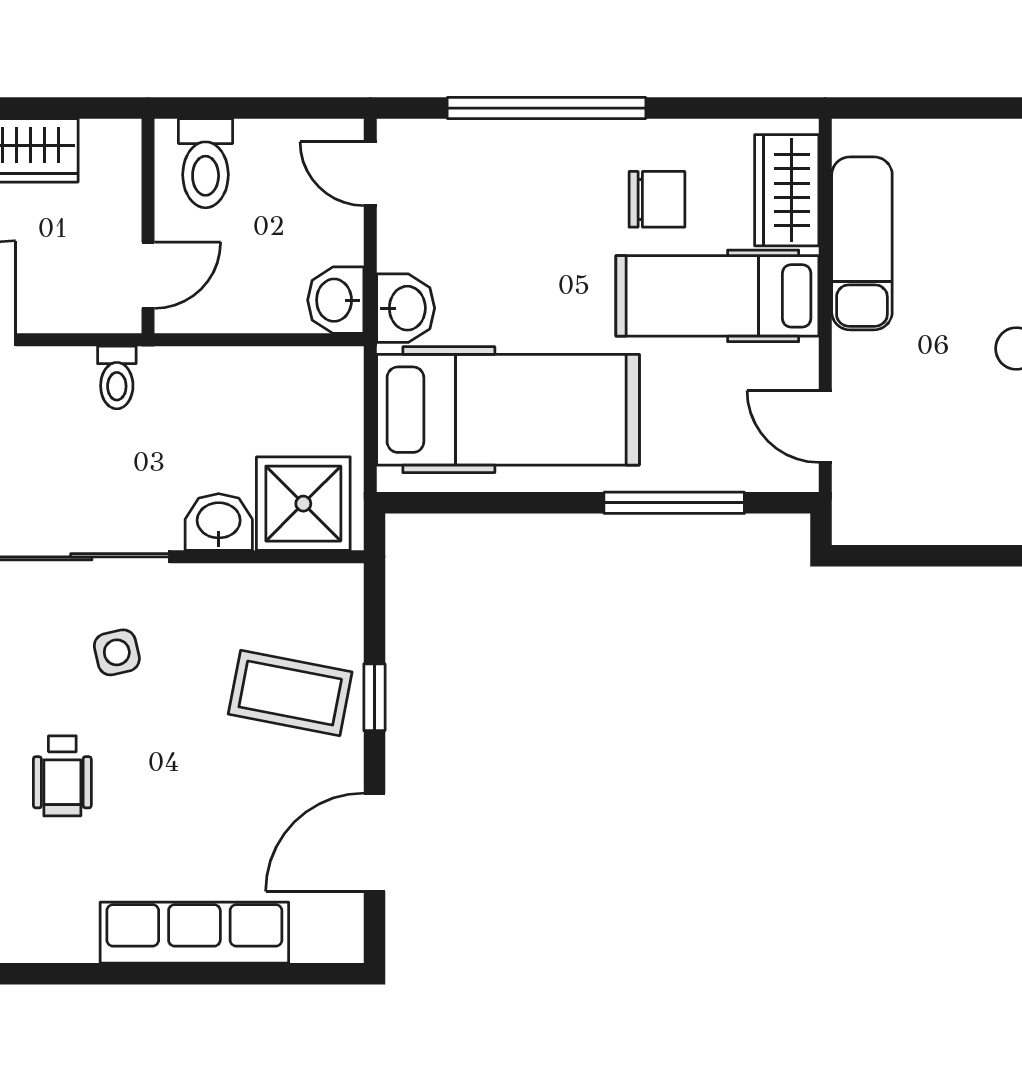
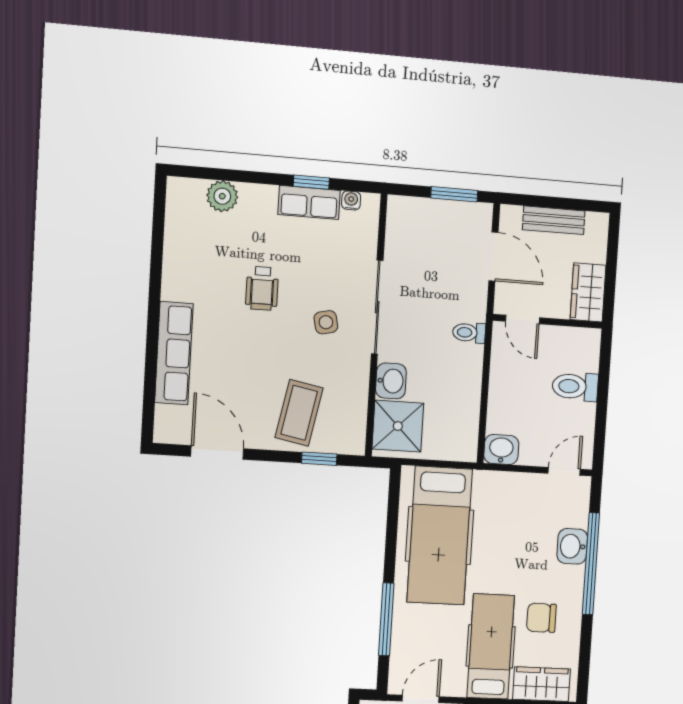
chair: (657, 199) -> (541, 618), turned 90
wall: (148, 226) -> (548, 321), moved
door: (148, 275) -> (523, 319), moved
washbasin: (406, 308) -> (572, 546), moved, turned 90
window: (374, 697) -> (319, 459), moved
wheelchair: (62, 776) -> (262, 288), turned -90

